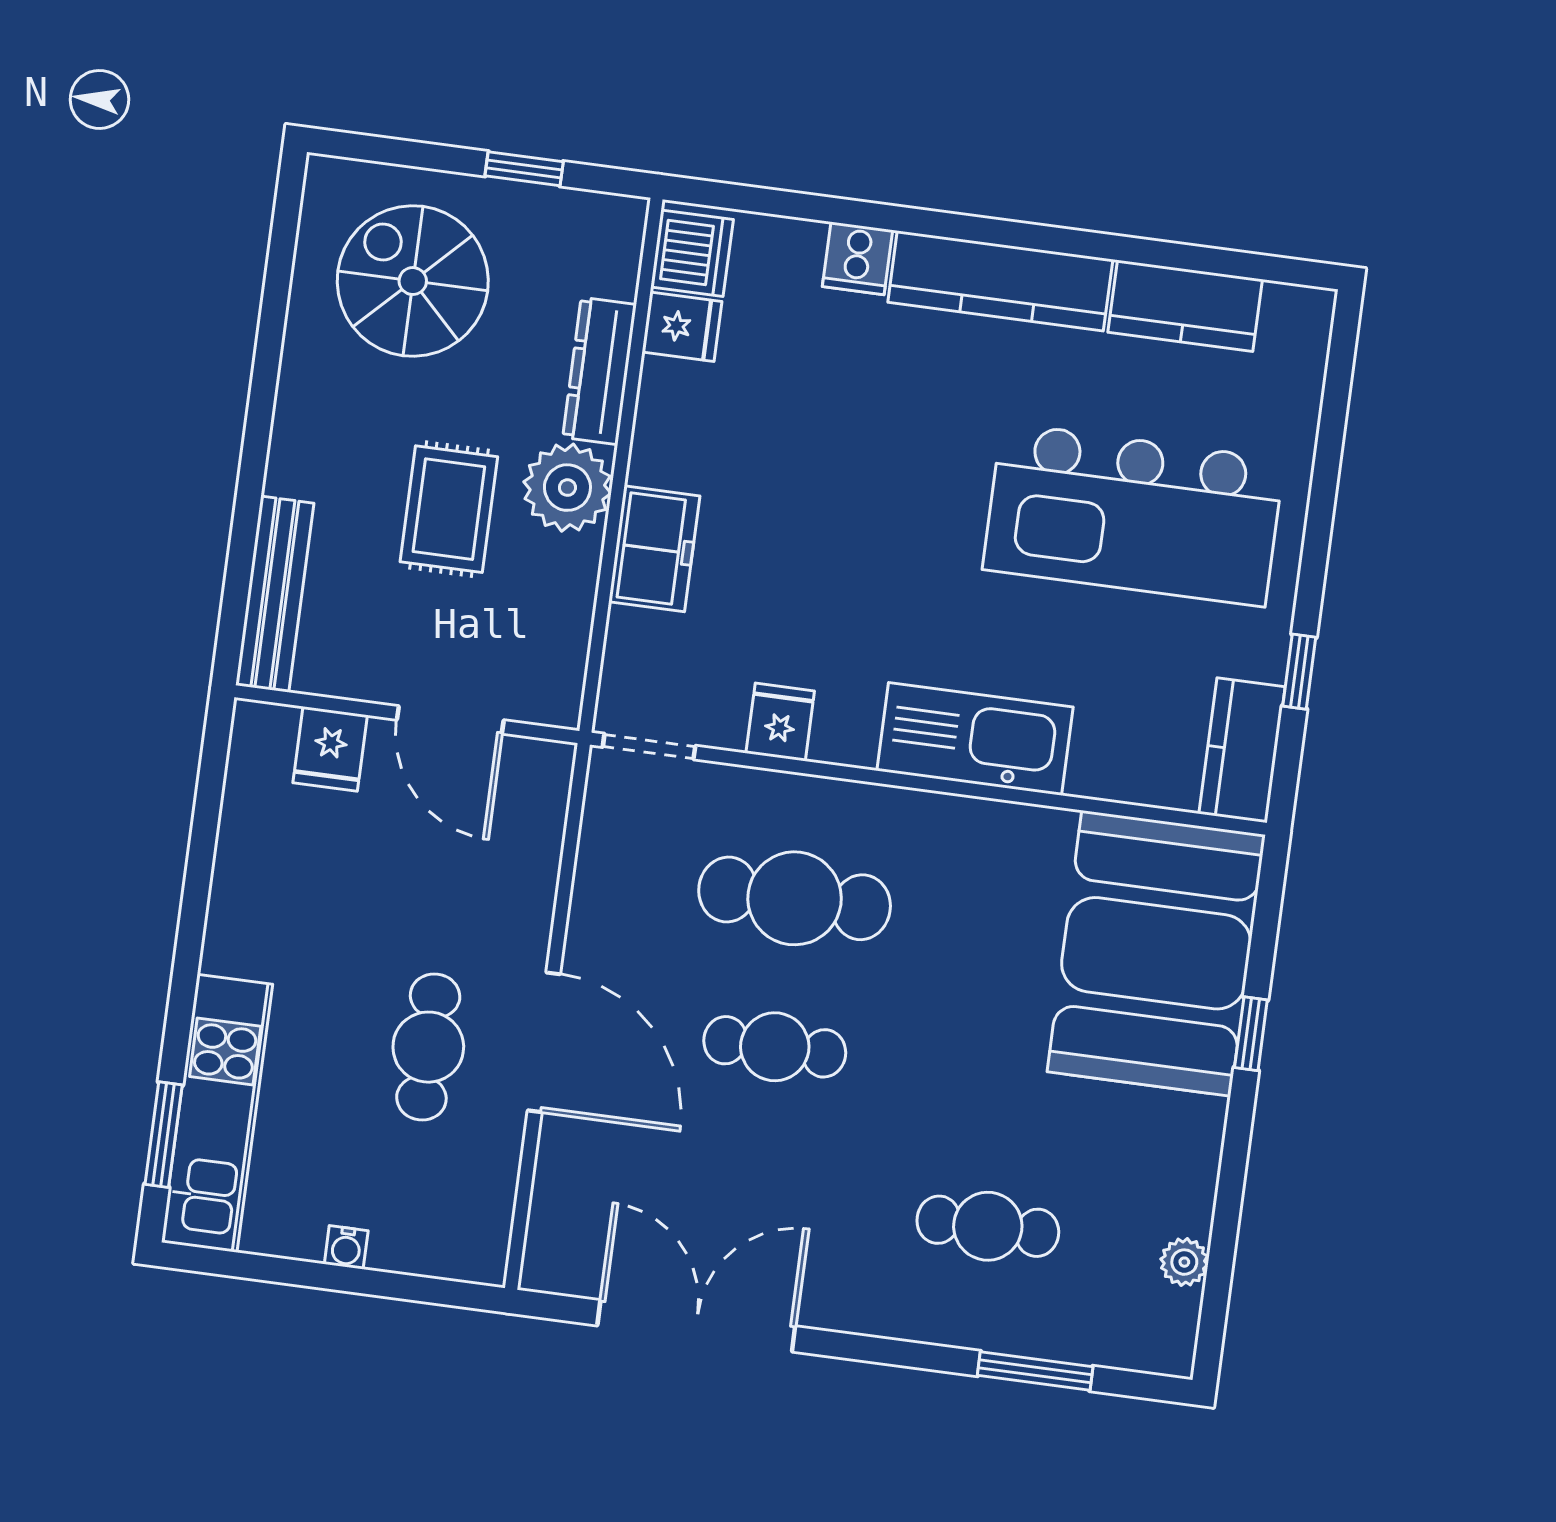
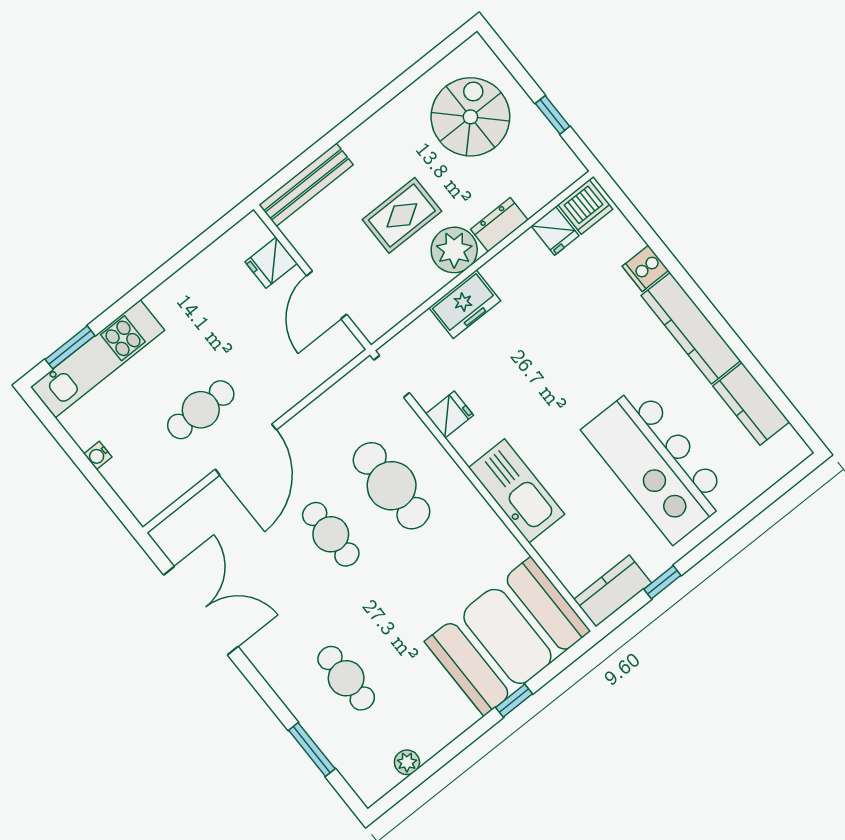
dresser: (600, 371) -> (499, 225), width x0.70

